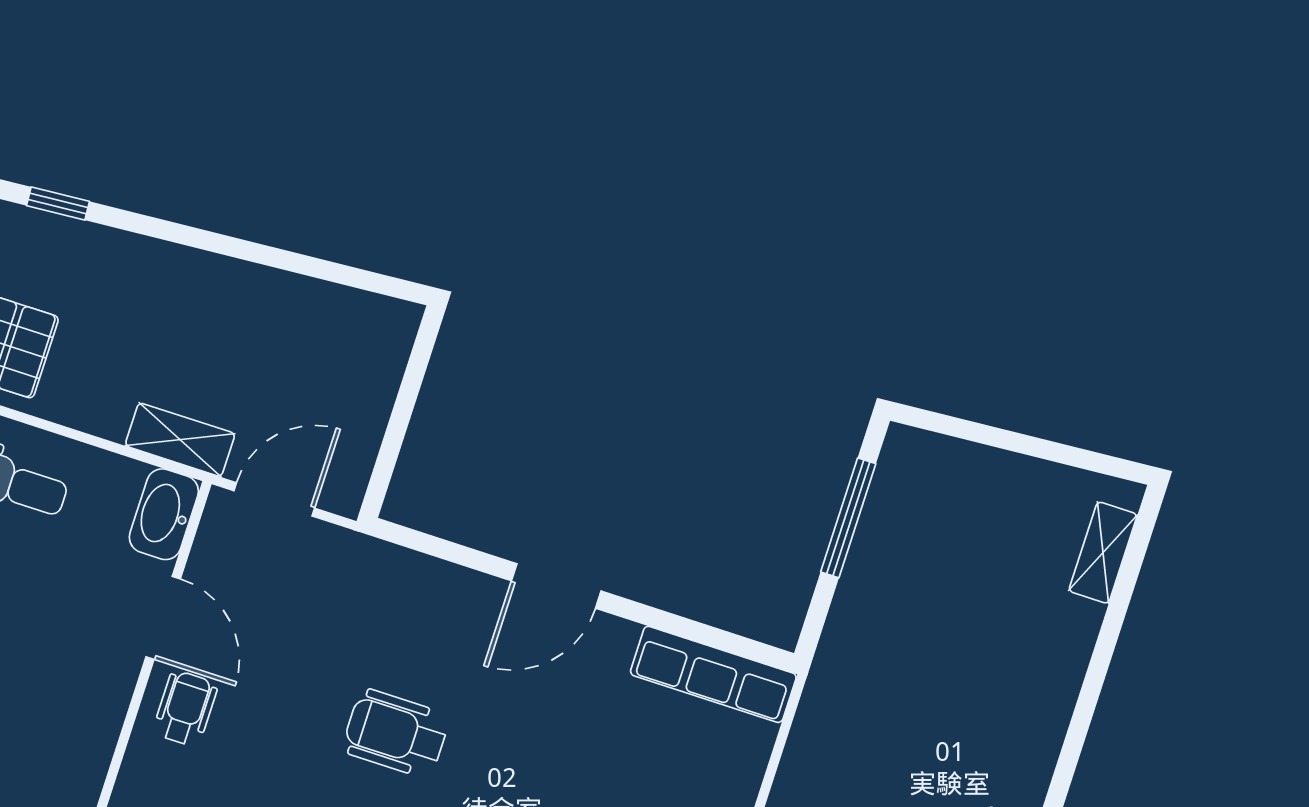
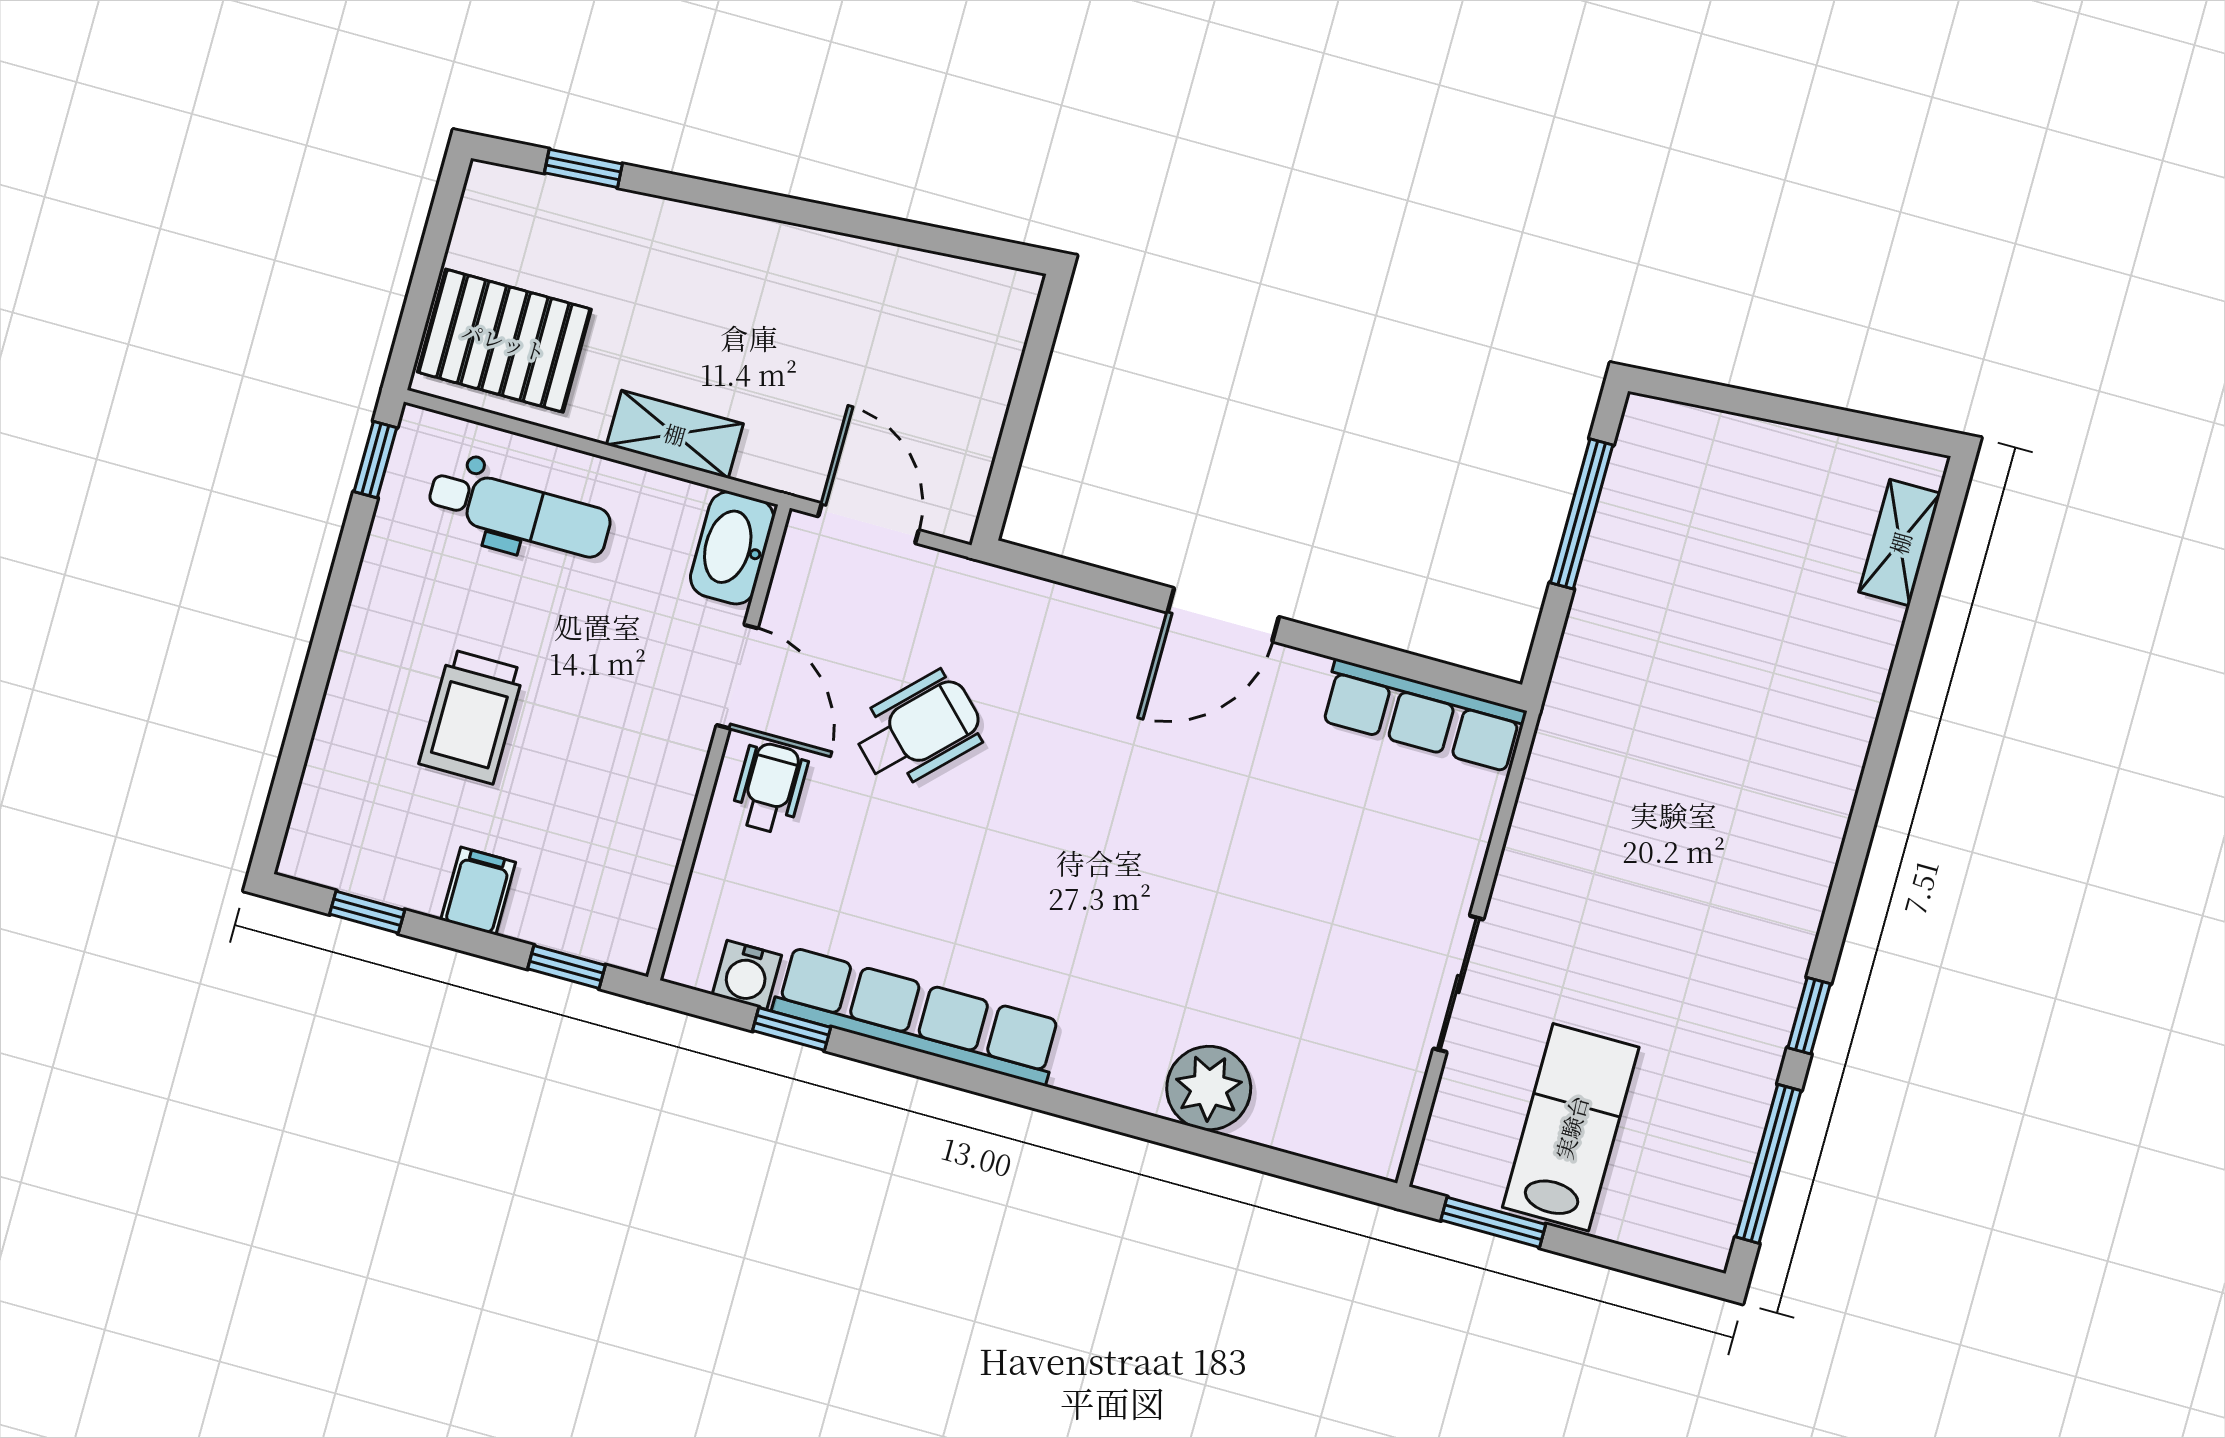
shelving: (180, 440) -> (675, 434), moved
door: (274, 499) -> (868, 523), hinge flipped
wheelchair: (396, 733) -> (918, 730), moved, turned 135

